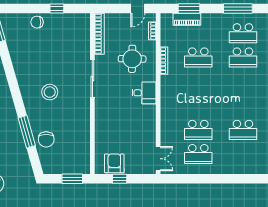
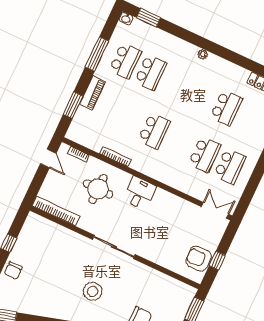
piano: (187, 19) -> (92, 93), moved
school desk: (198, 57) -> (154, 131), moved
sliding door: (92, 78) -> (114, 247), moved

